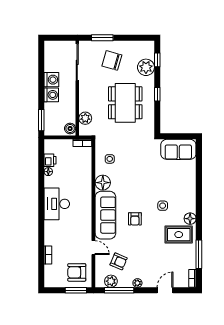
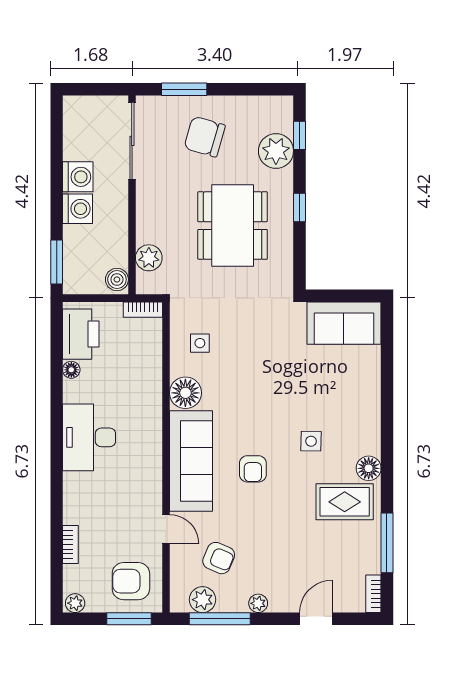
printer: (50, 160) -> (81, 334), width x1.87, depth x1.48
plant: (50, 283) -> (75, 603), added

